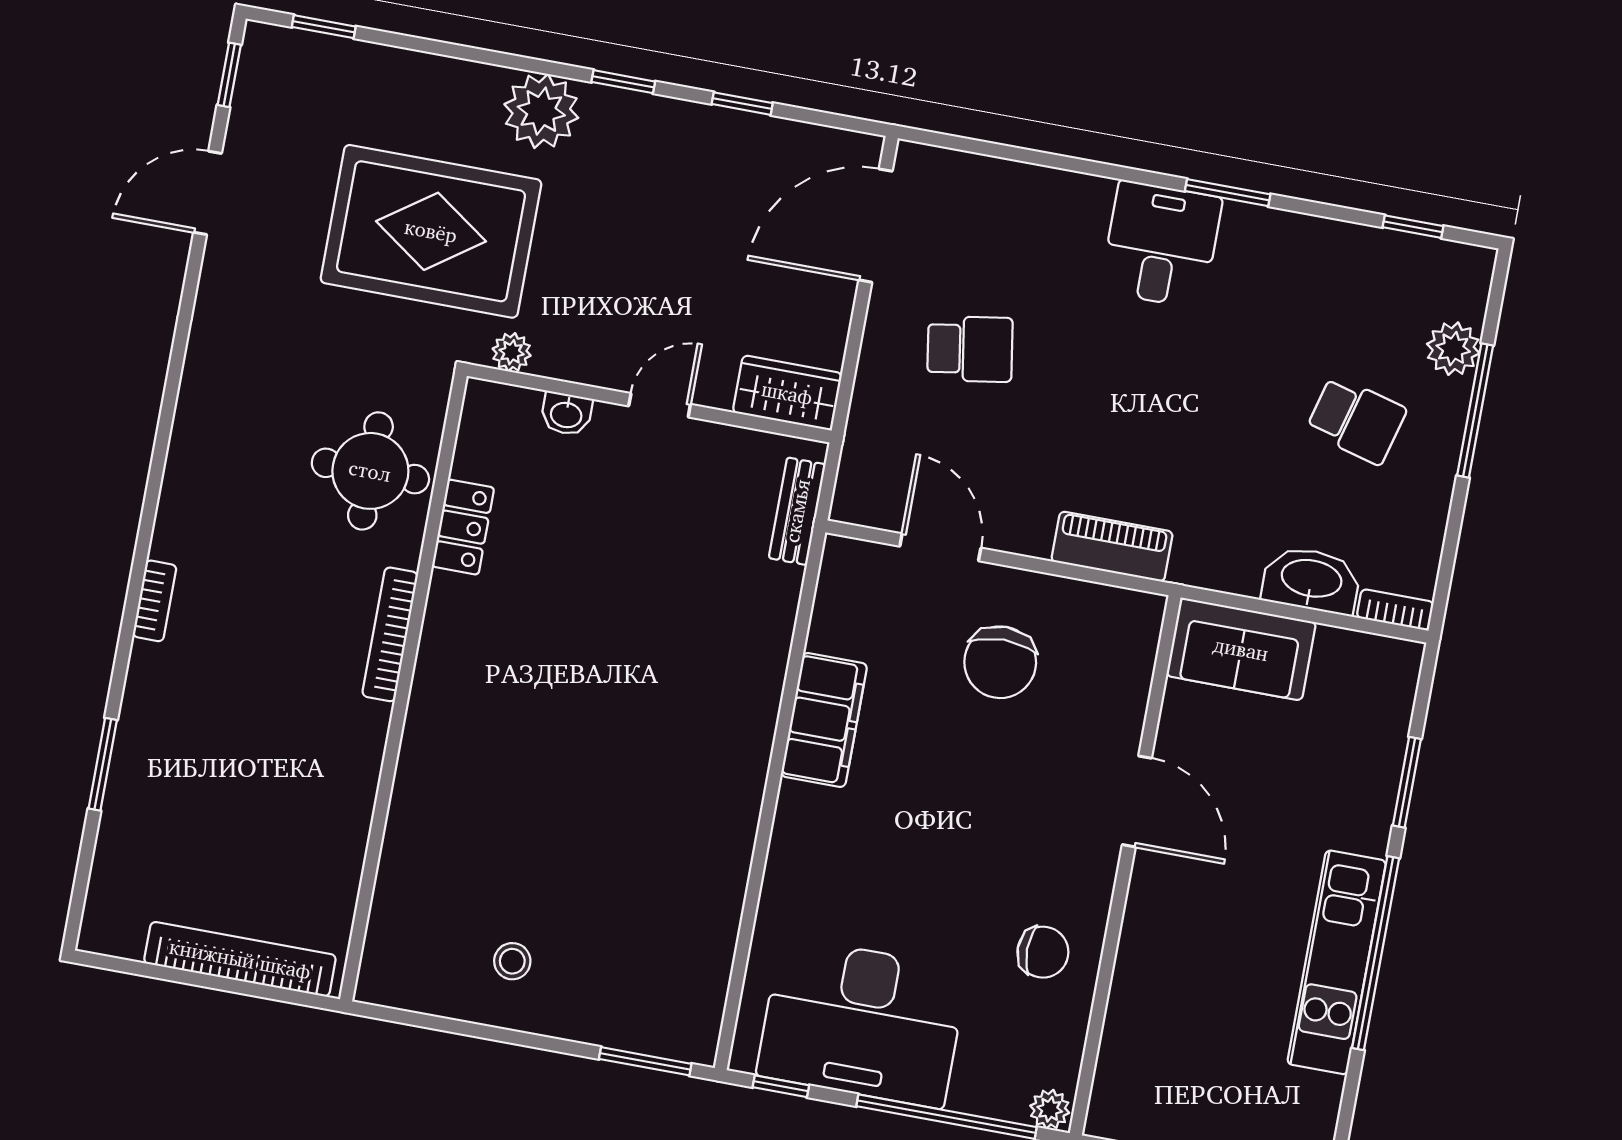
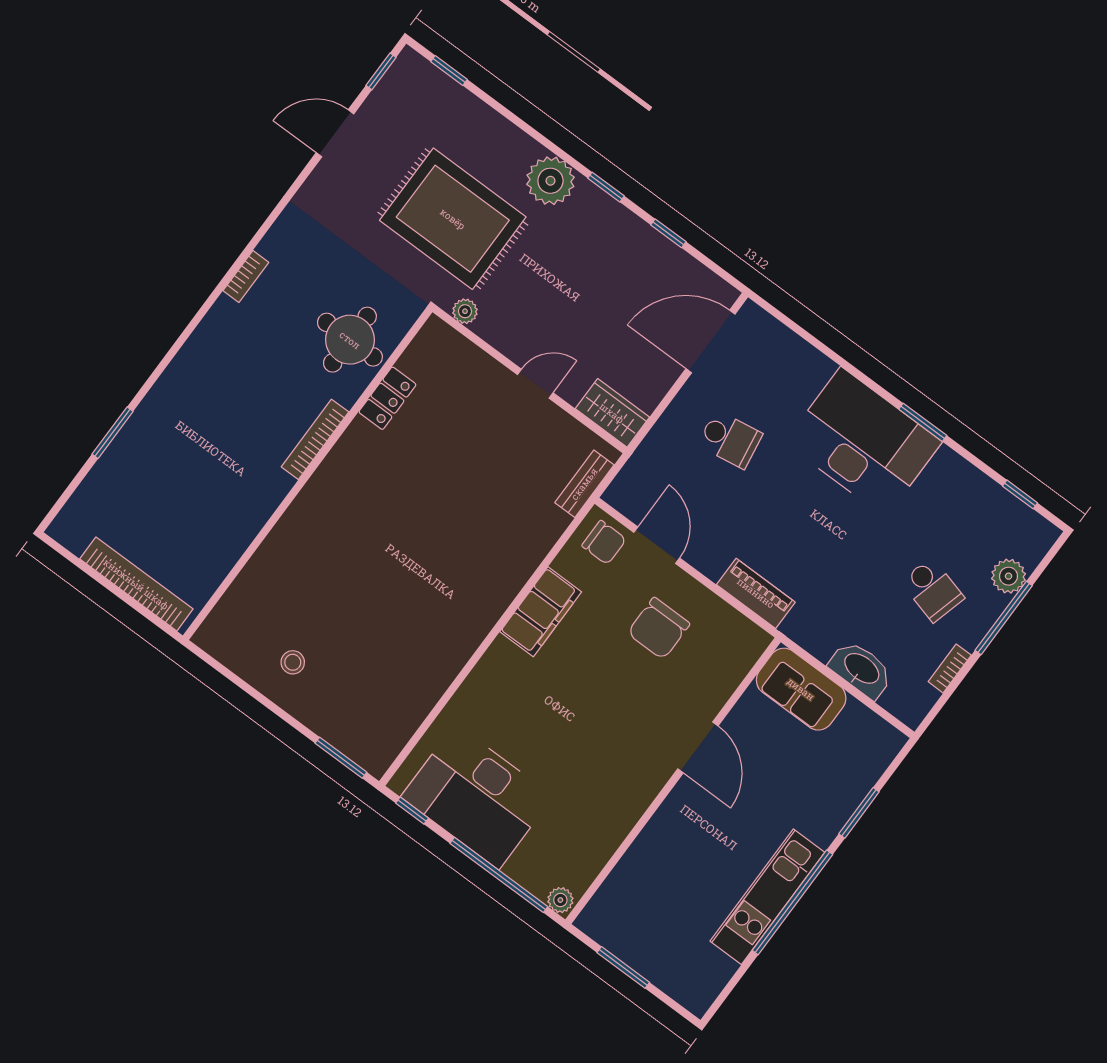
desk: (1161, 244) -> (863, 442), width x1.87, depth x1.30
washbasin: (566, 414) -> (479, 362), removed
bookcase: (155, 601) -> (246, 276), moved
bookcase: (1395, 610) -> (950, 668), moved, turned -90
chair: (1043, 952) -> (604, 542), moved

